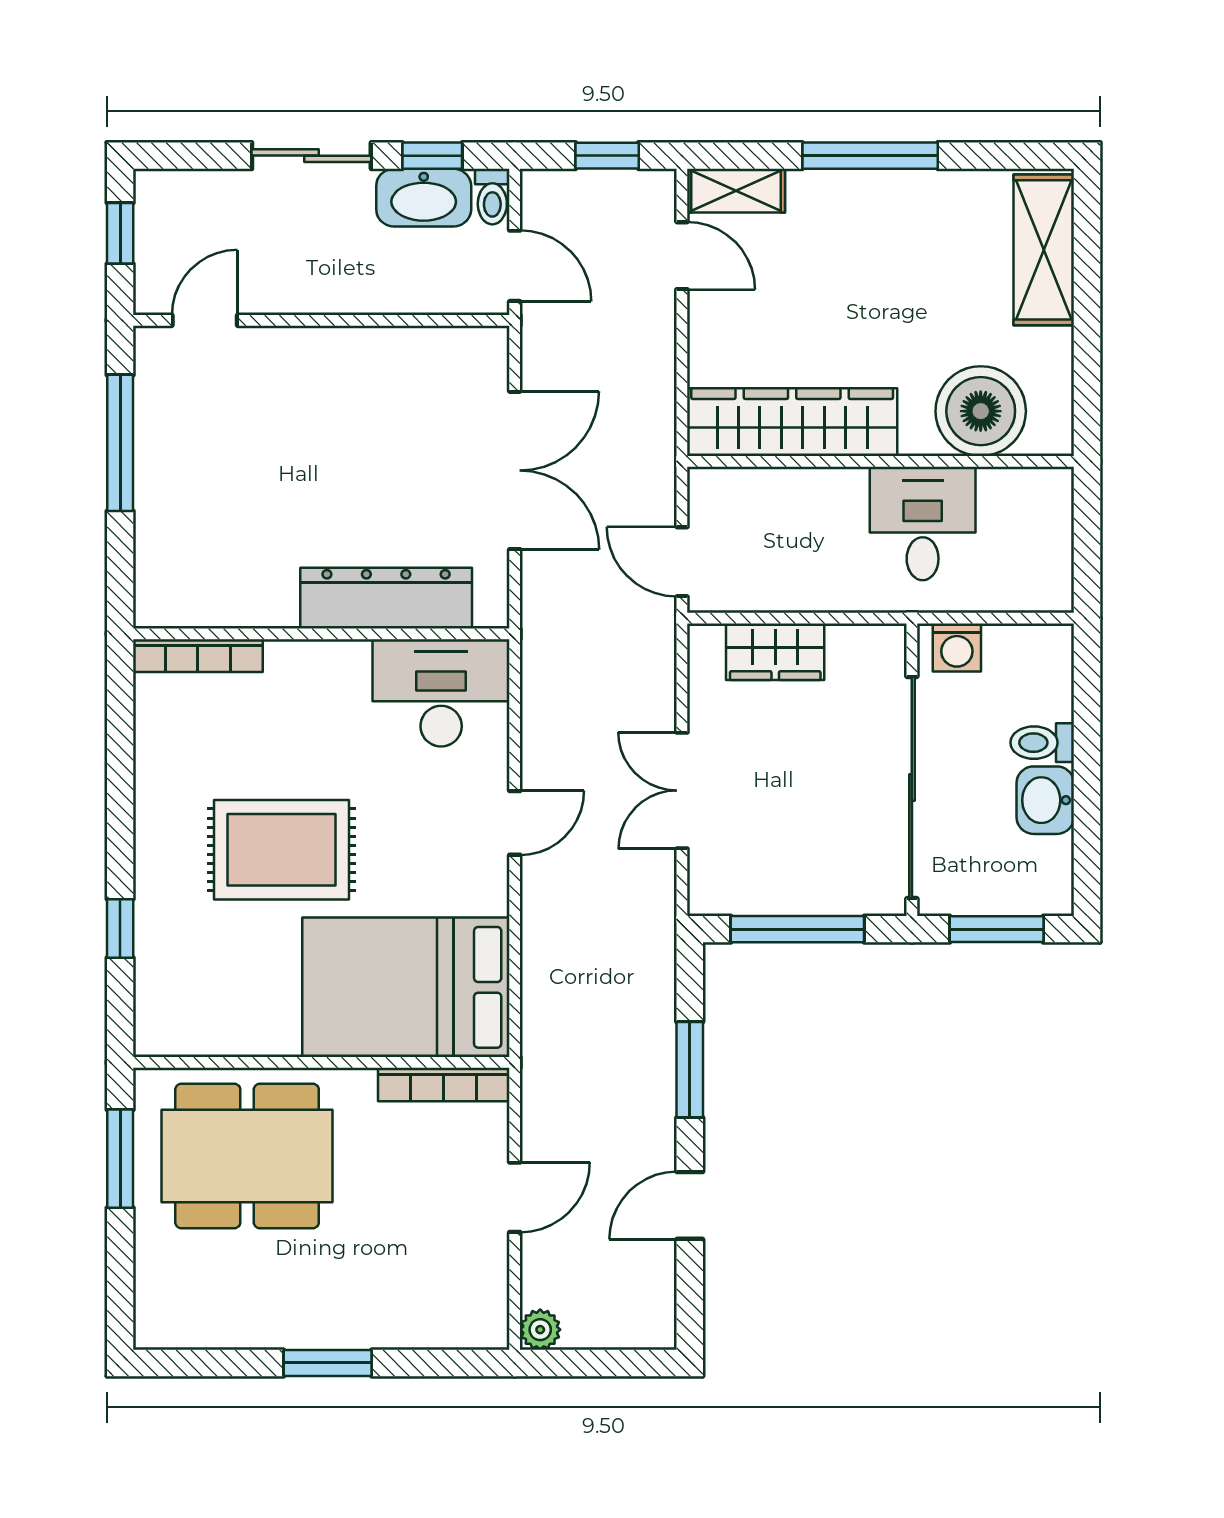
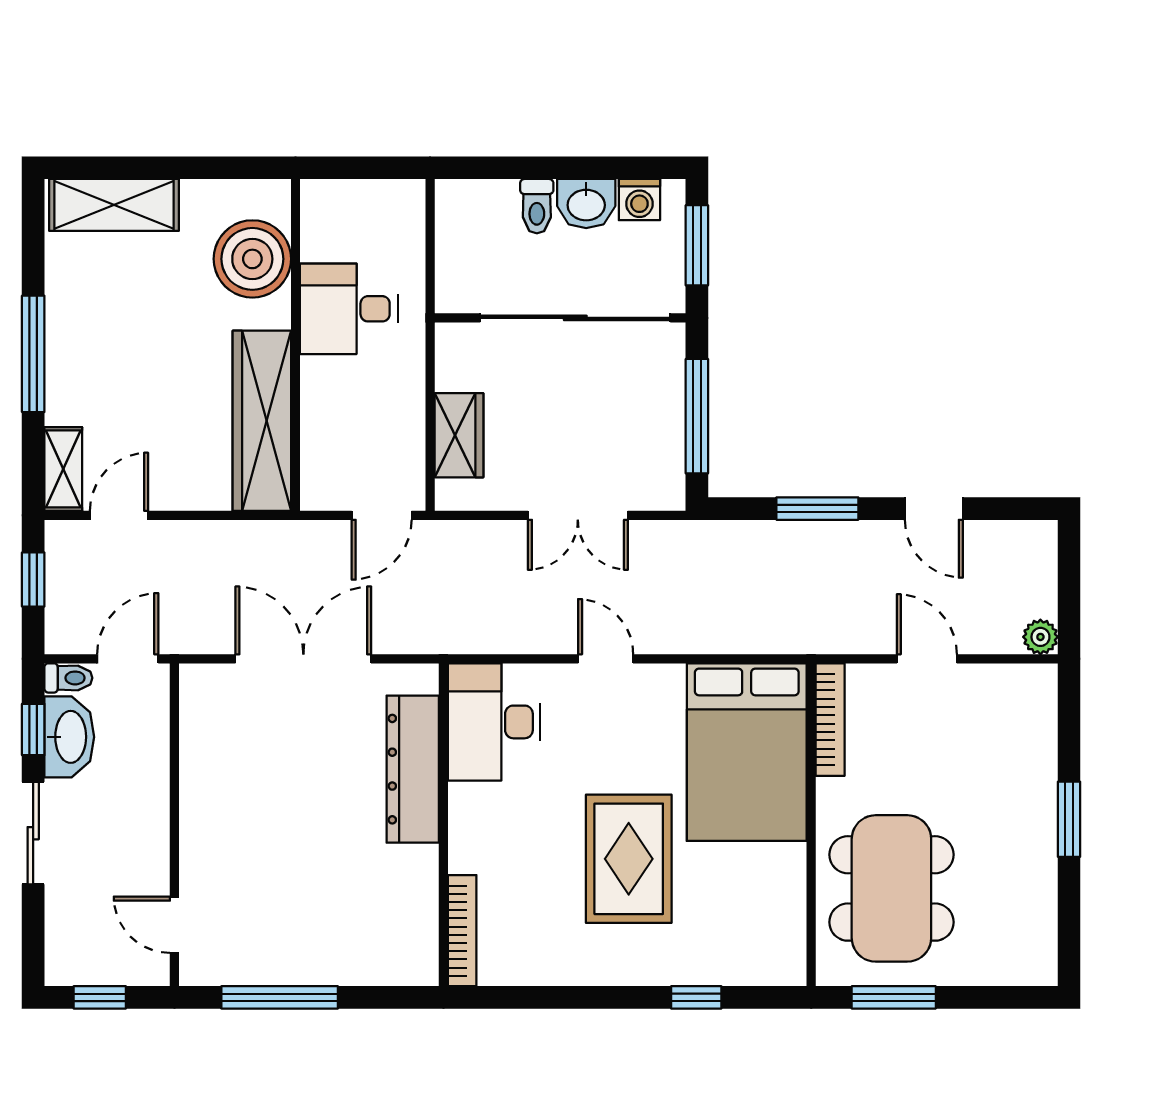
washing machine: (957, 647) -> (639, 200), moved, turned 90

